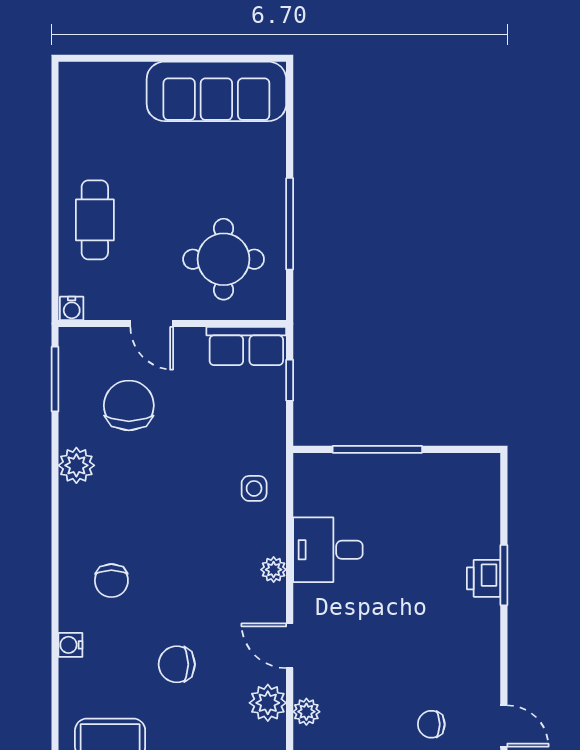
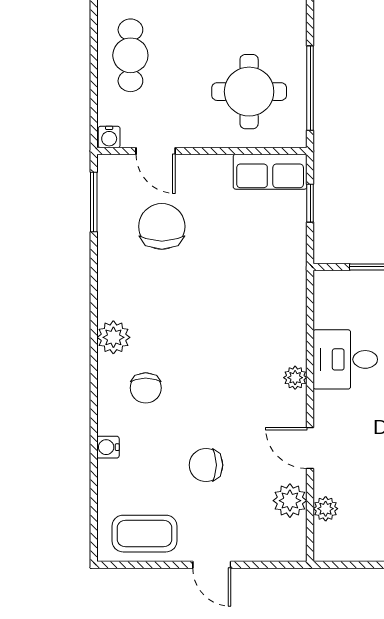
window: (290, 224) -> (310, 88), moved
door: (152, 324) -> (156, 151), moved
plant: (76, 465) -> (113, 337), moved
side table: (254, 488) -> (277, 303), removed

